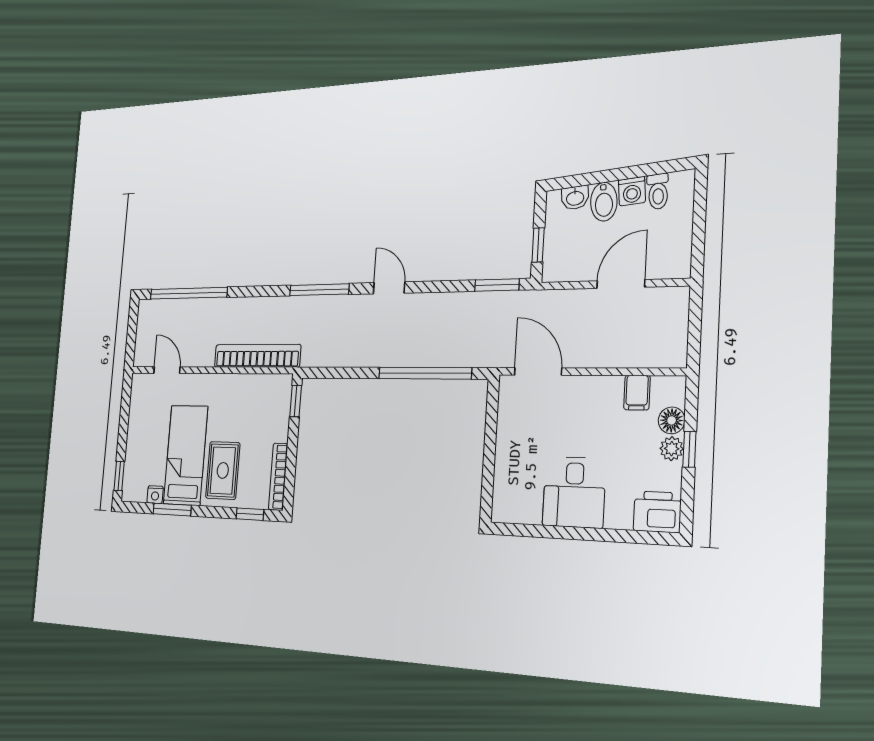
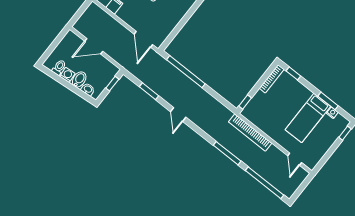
window: (497, 285) -> (149, 91), moved
window: (319, 290) -> (227, 153), moved
rug: (223, 470) -> (295, 99), removed

